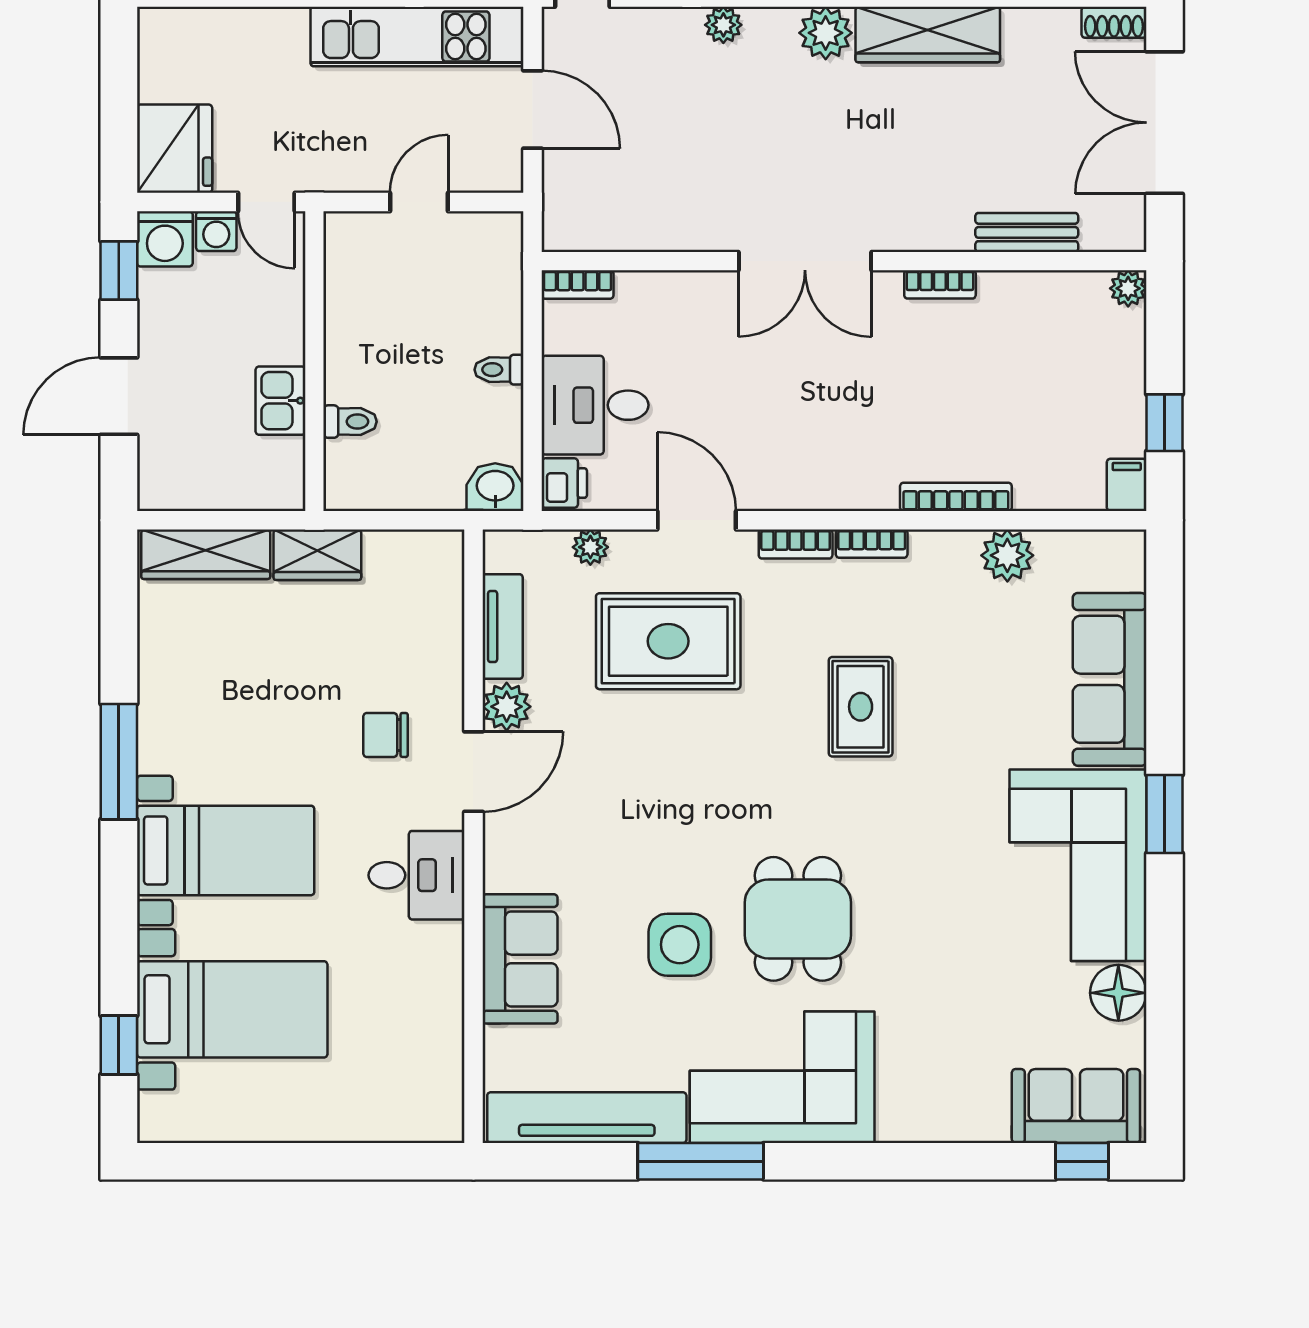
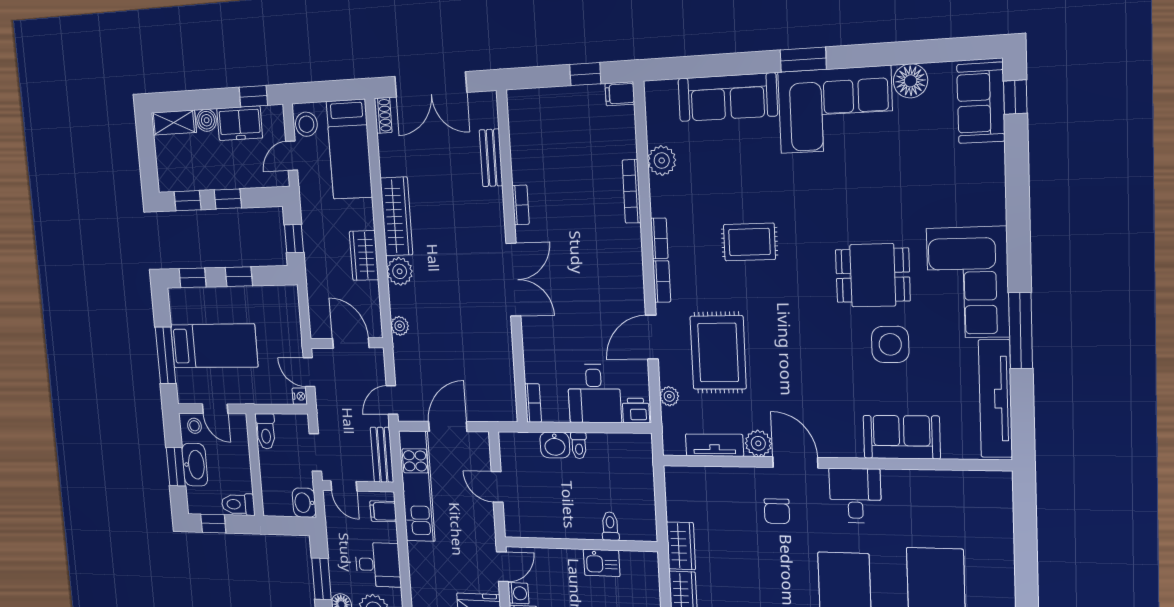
plant: (1128, 288) -> (516, 99), removed
washbasin: (495, 487) -> (555, 445), moved, turned -90

